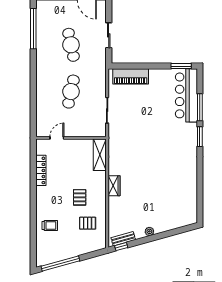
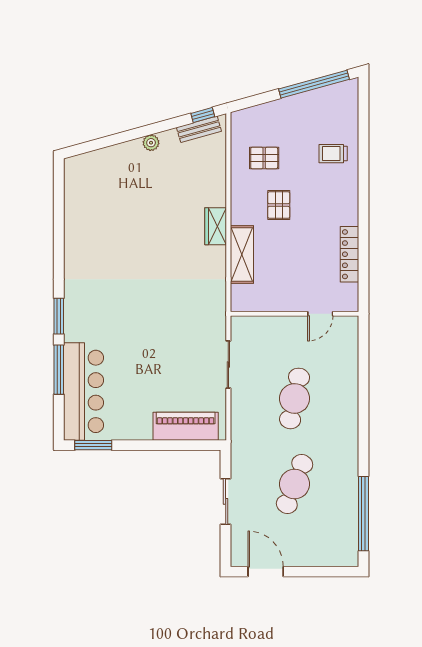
cafe table: (71, 45) -> (295, 484), turned 33
shelving: (100, 155) -> (242, 255), moved

